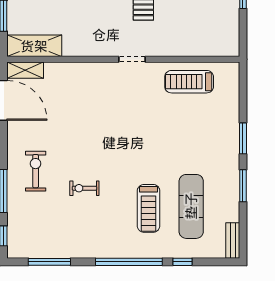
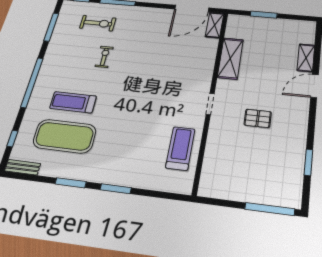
shelving: (34, 46) -> (230, 58), moved
exercise bike: (36, 171) -> (98, 23), moved
exercise mat: (191, 206) -> (65, 136), width x1.47
window: (182, 262) -> (12, 139), moved

